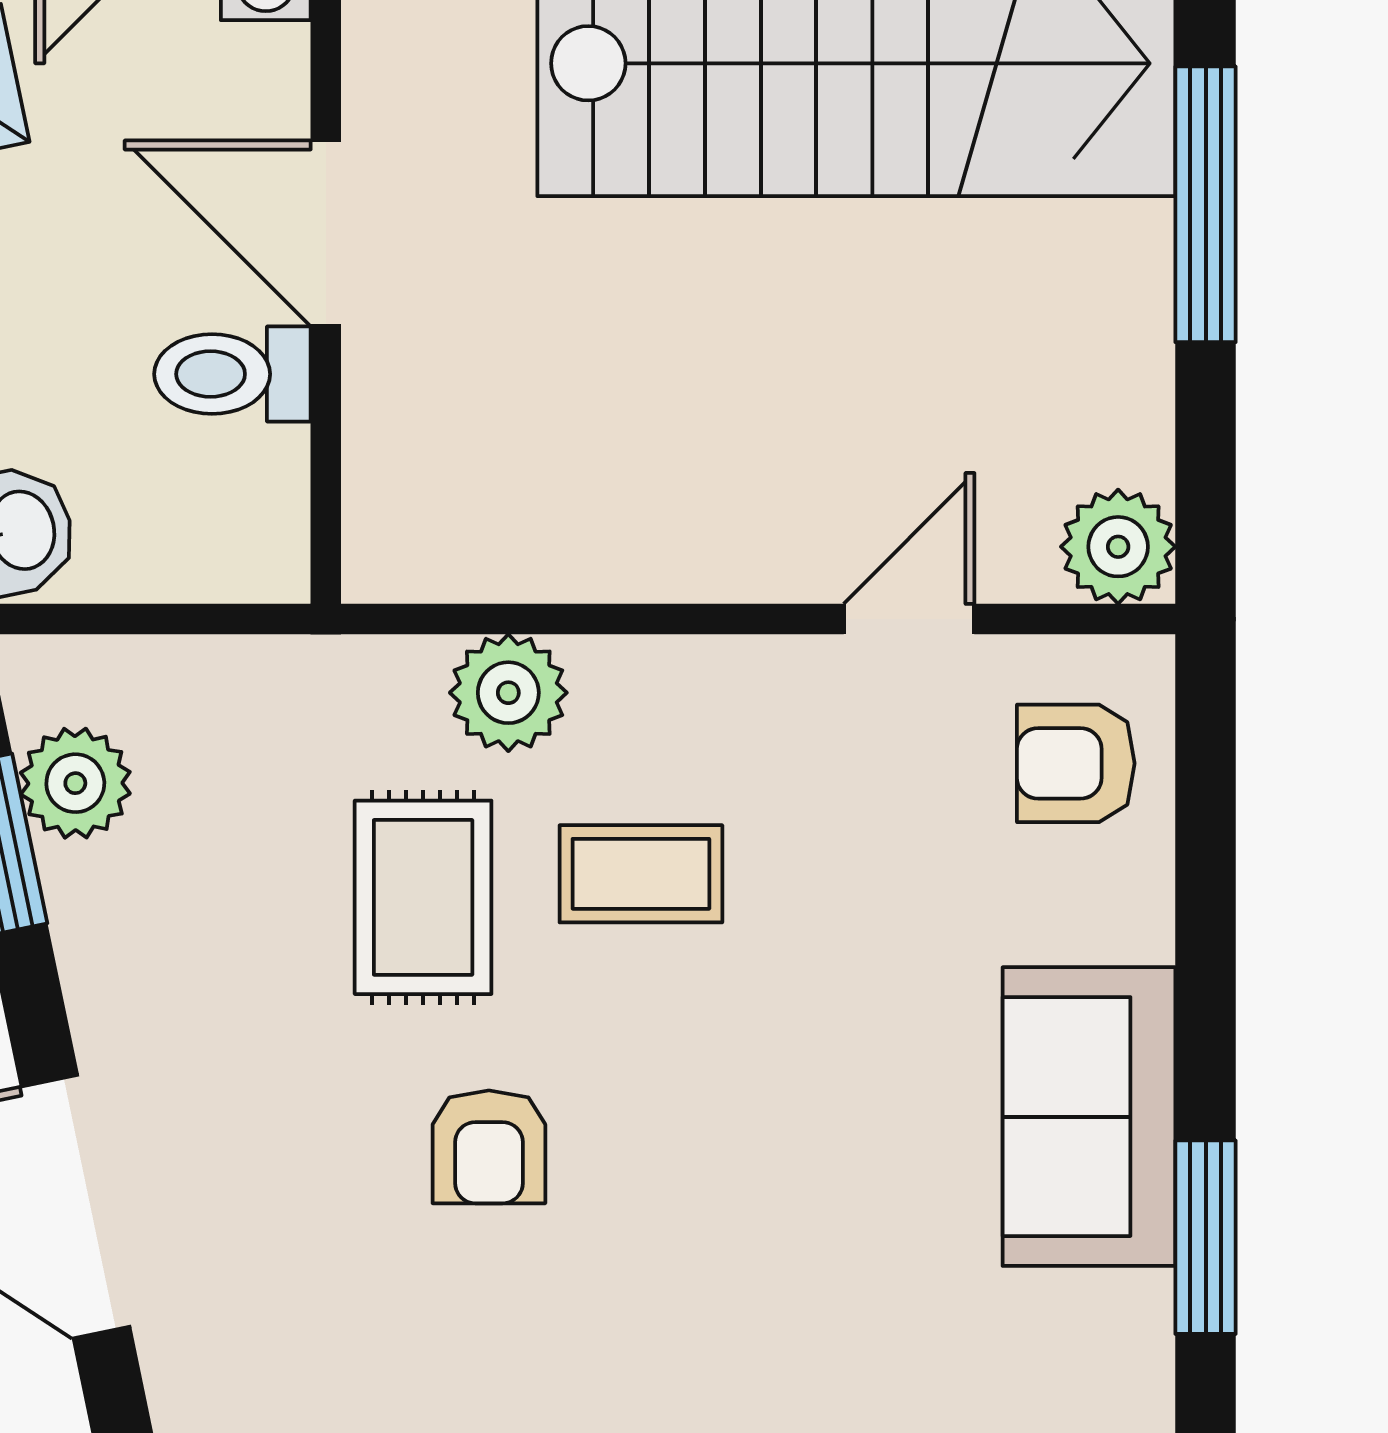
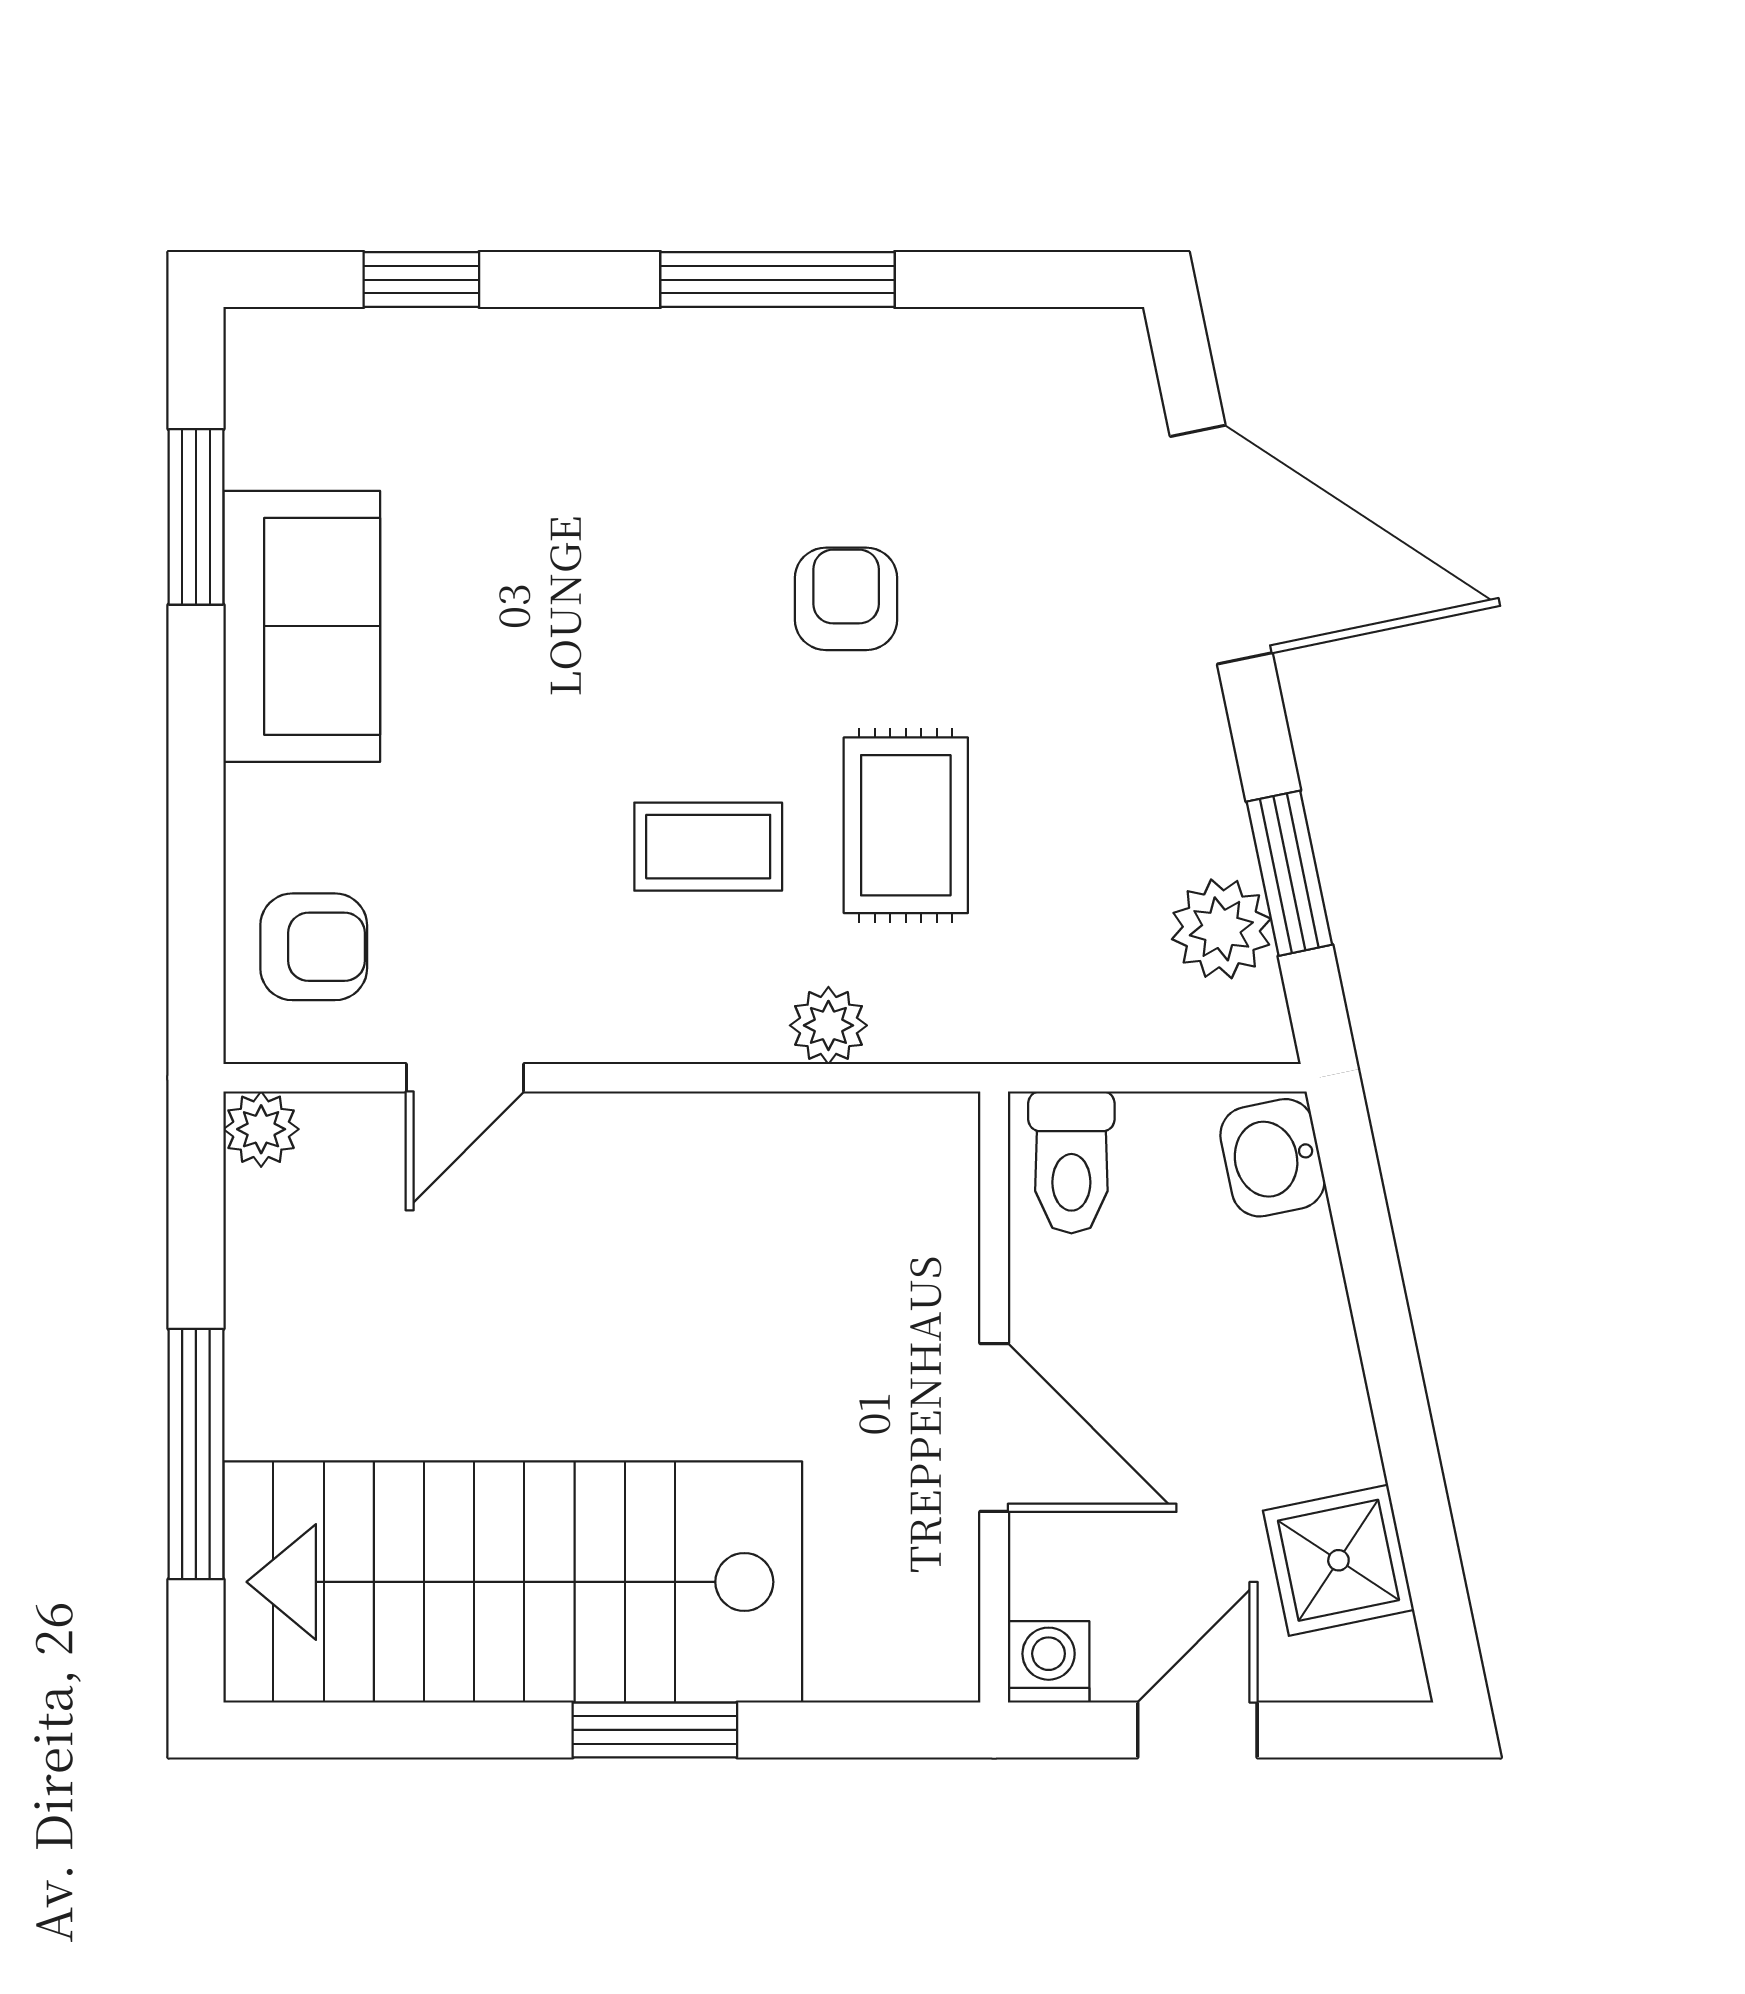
toilet: (232, 374) -> (1071, 1162), moved, turned 90
plant: (1118, 547) -> (261, 1129), width x0.73, depth x0.73
plant: (508, 693) -> (828, 1025), width x0.73, depth x0.73

